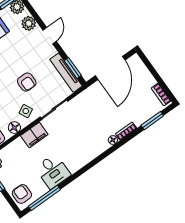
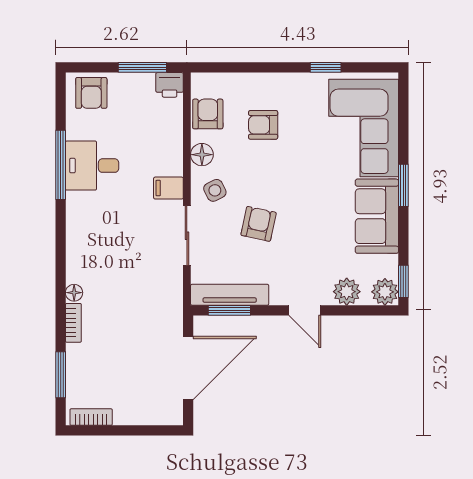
door: (110, 68) -> (188, 368), swing flipped
armchair: (27, 82) -> (259, 224), turned 102
filing cabinet: (34, 135) -> (168, 188), width x0.50
armchair: (22, 194) -> (91, 93), turned 90
window: (44, 198) -> (61, 165), moved

